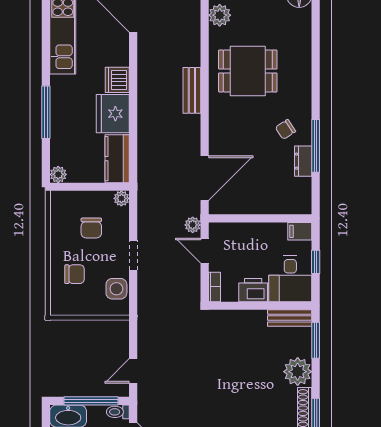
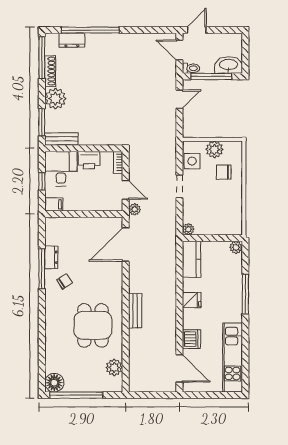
dining table: (248, 71) -> (93, 325), turned 90
dishwasher: (117, 80) -> (191, 339), moved
fridge: (113, 114) -> (192, 300), width x0.53, depth x0.75
chair: (91, 228) -> (211, 207), removed
plant: (87, 304) -> (214, 149), added

